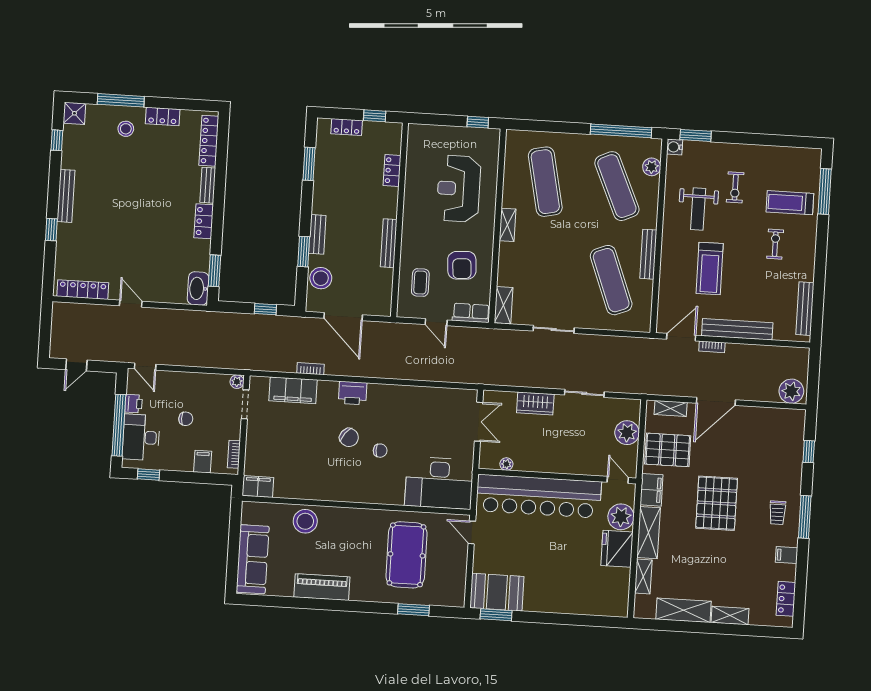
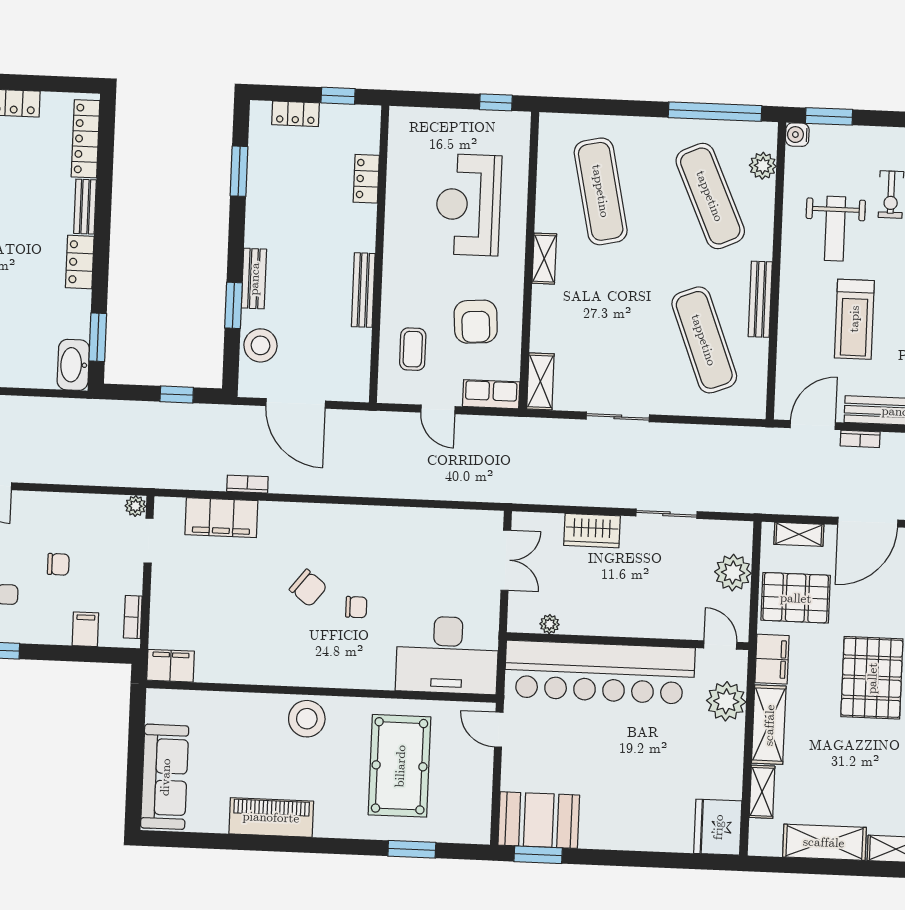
printer: (353, 393) -> (312, 520), removed
stool: (305, 521) -> (307, 719), moved
fridge: (617, 549) -> (718, 827), moved

